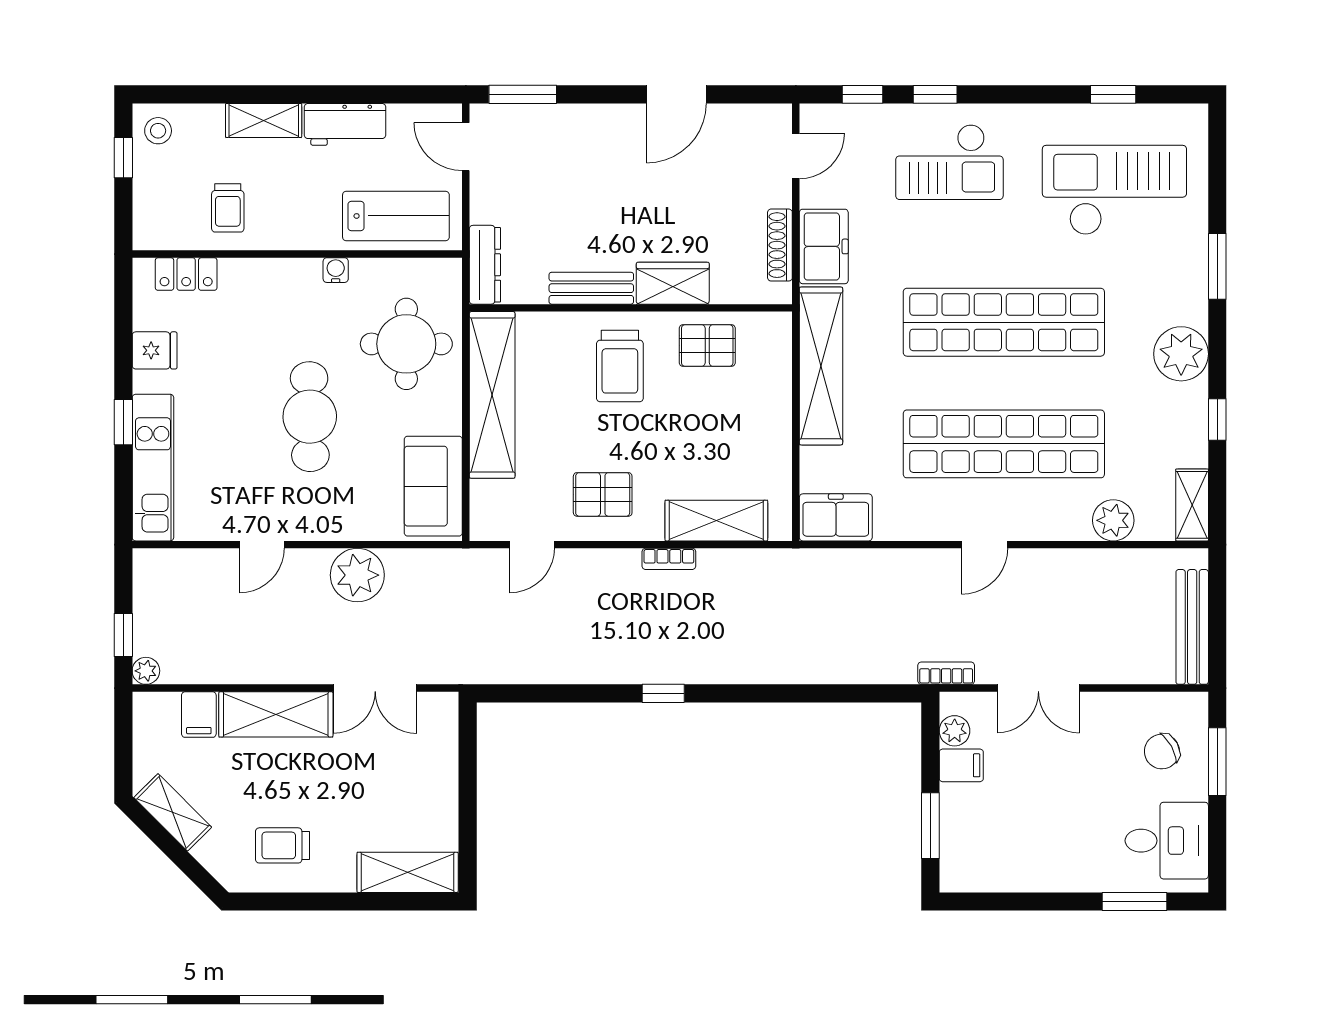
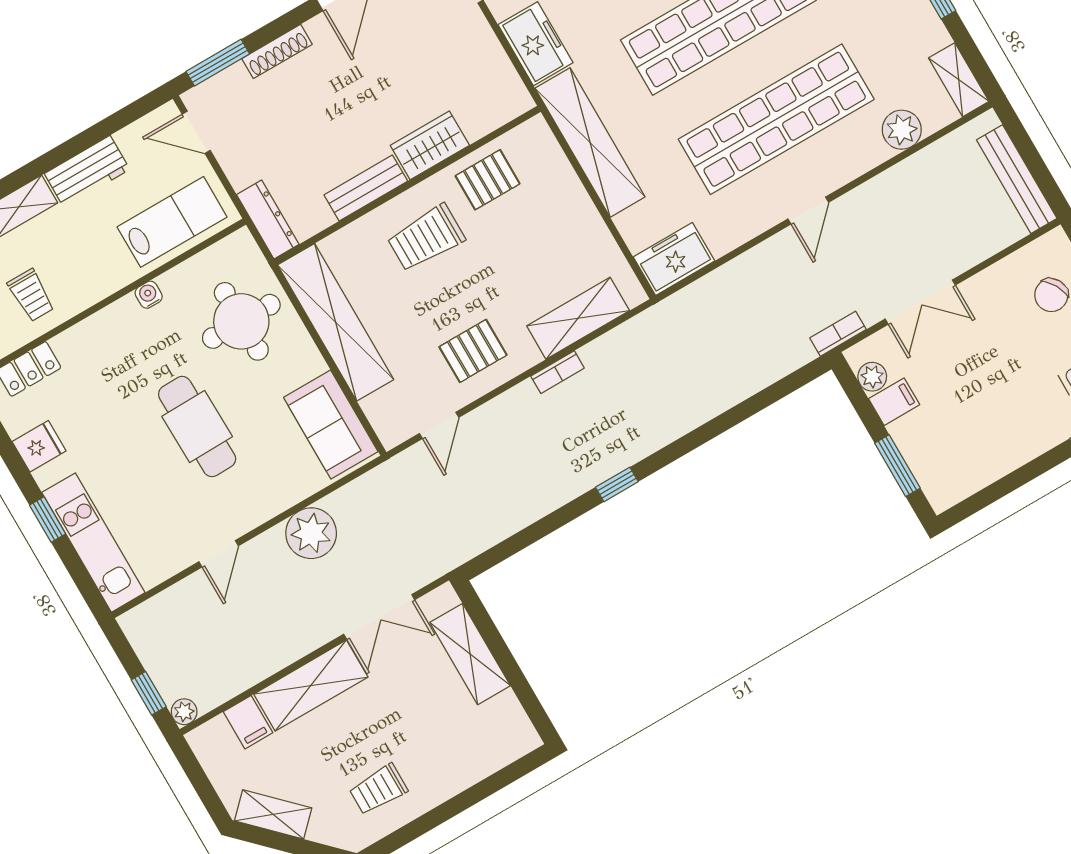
shoe rack: (780, 245) -> (277, 51), moved, turned -90
trolley: (620, 366) -> (426, 238), turned 90
shelving: (408, 872) -> (470, 654), moved, turned 90

